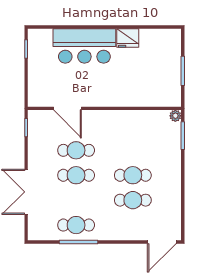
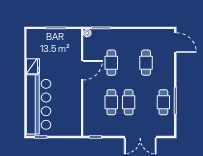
bar counter: (84, 46) -> (39, 104), width x1.36
door: (67, 108) -> (82, 70), moved
cafe table: (133, 175) -> (111, 63), moved

